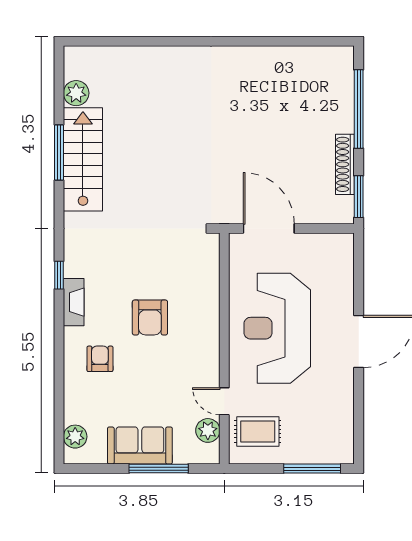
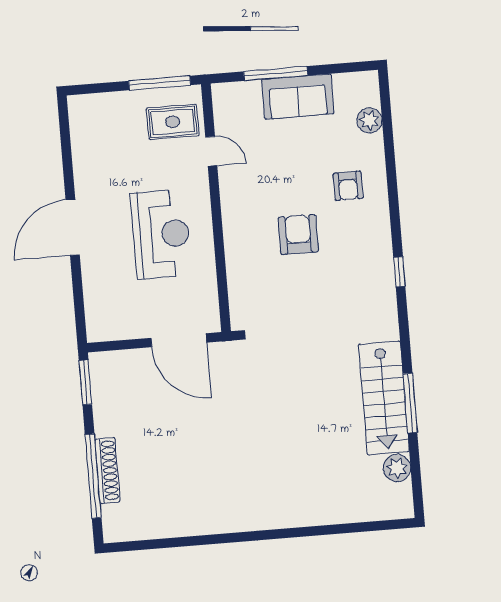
shoe rack: (345, 164) -> (107, 470), moved
fireplace: (74, 302) -> (381, 244), removed
reception desk: (277, 328) -> (161, 234), width x0.74, depth x0.77
plant: (208, 430) -> (226, 119), removed
plant: (75, 437) -> (369, 120), moved
window: (312, 469) -> (160, 83), moved

